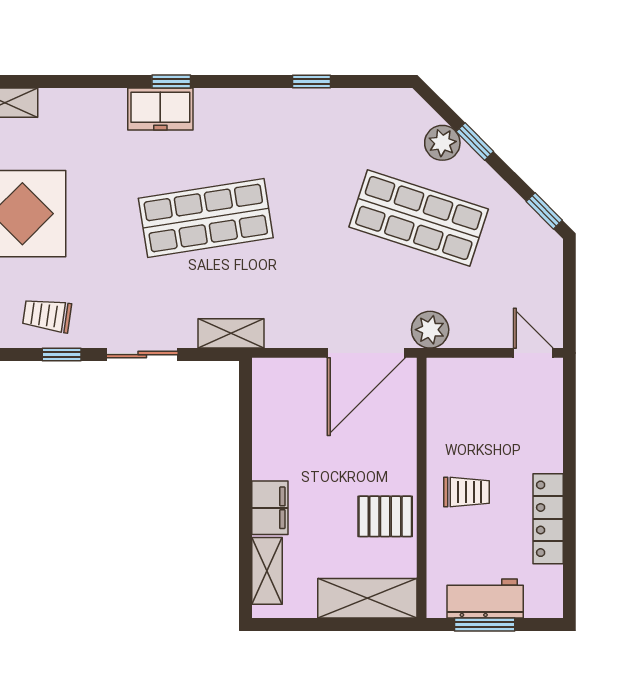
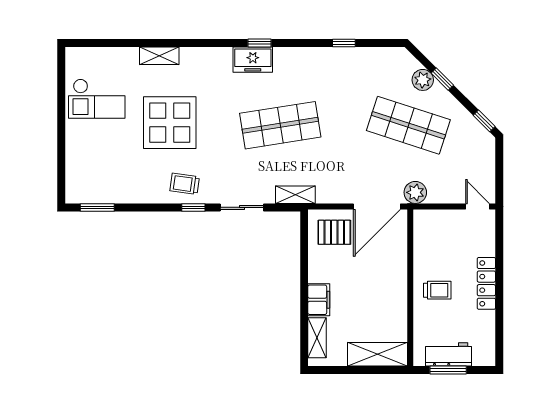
pallet: (385, 516) -> (334, 232), moved
locker: (548, 519) -> (486, 283), moved

